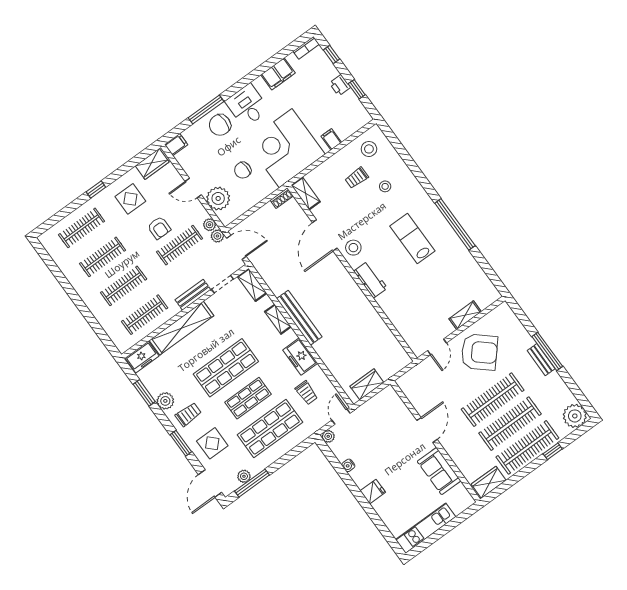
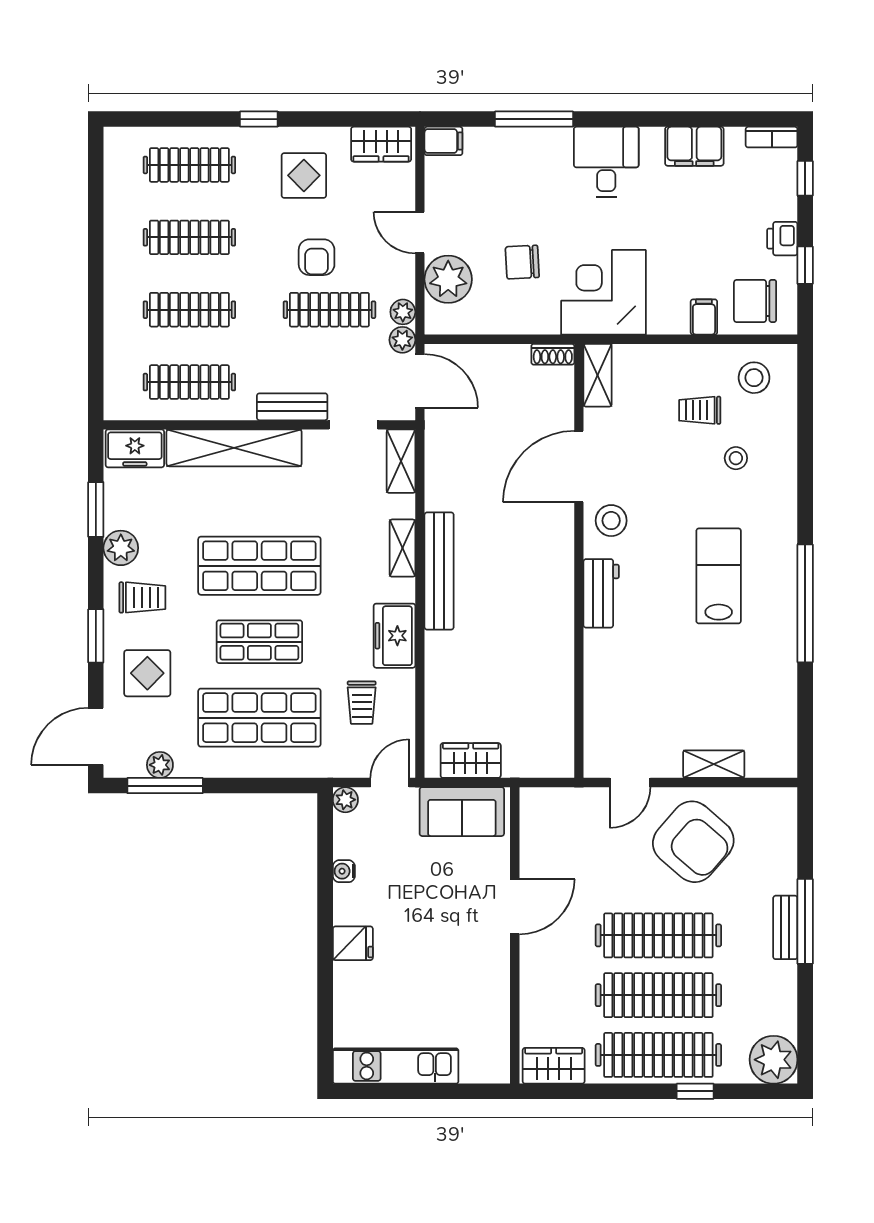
chair: (220, 125) -> (755, 301), moved
corner desk: (286, 148) -> (603, 292), width x0.74, depth x0.74
sofa: (439, 471) -> (462, 812), moved, turned -90

